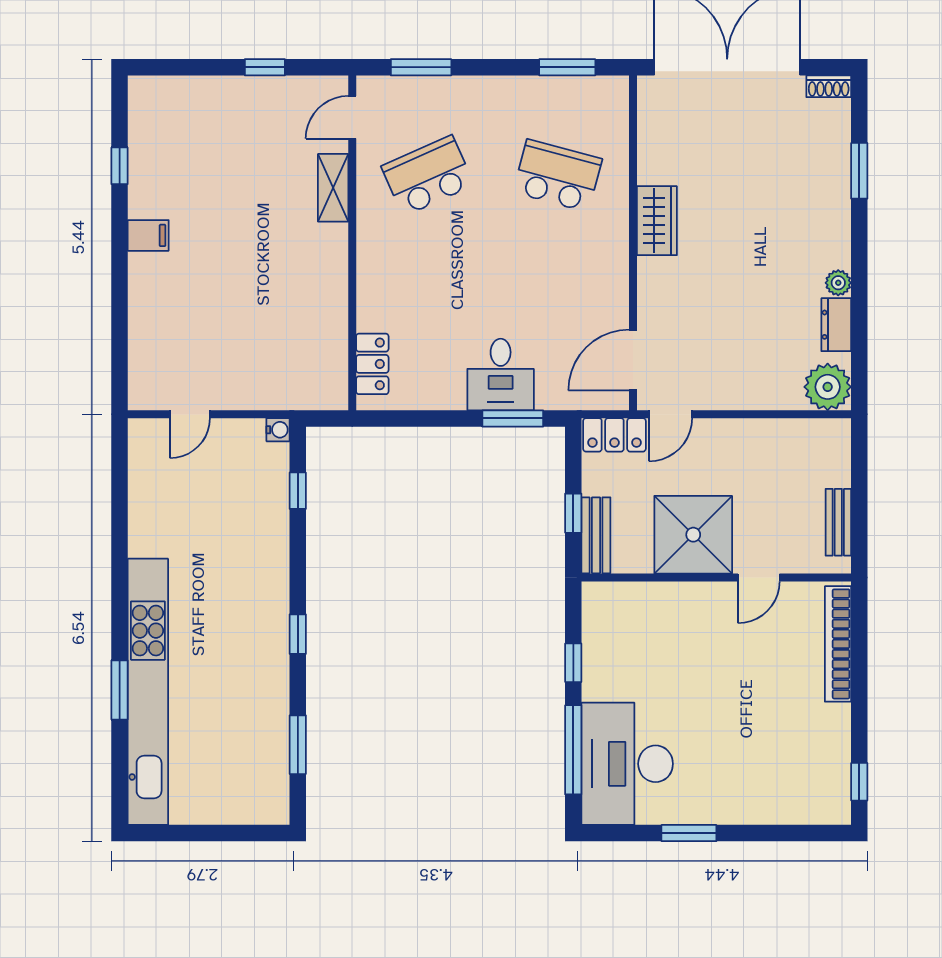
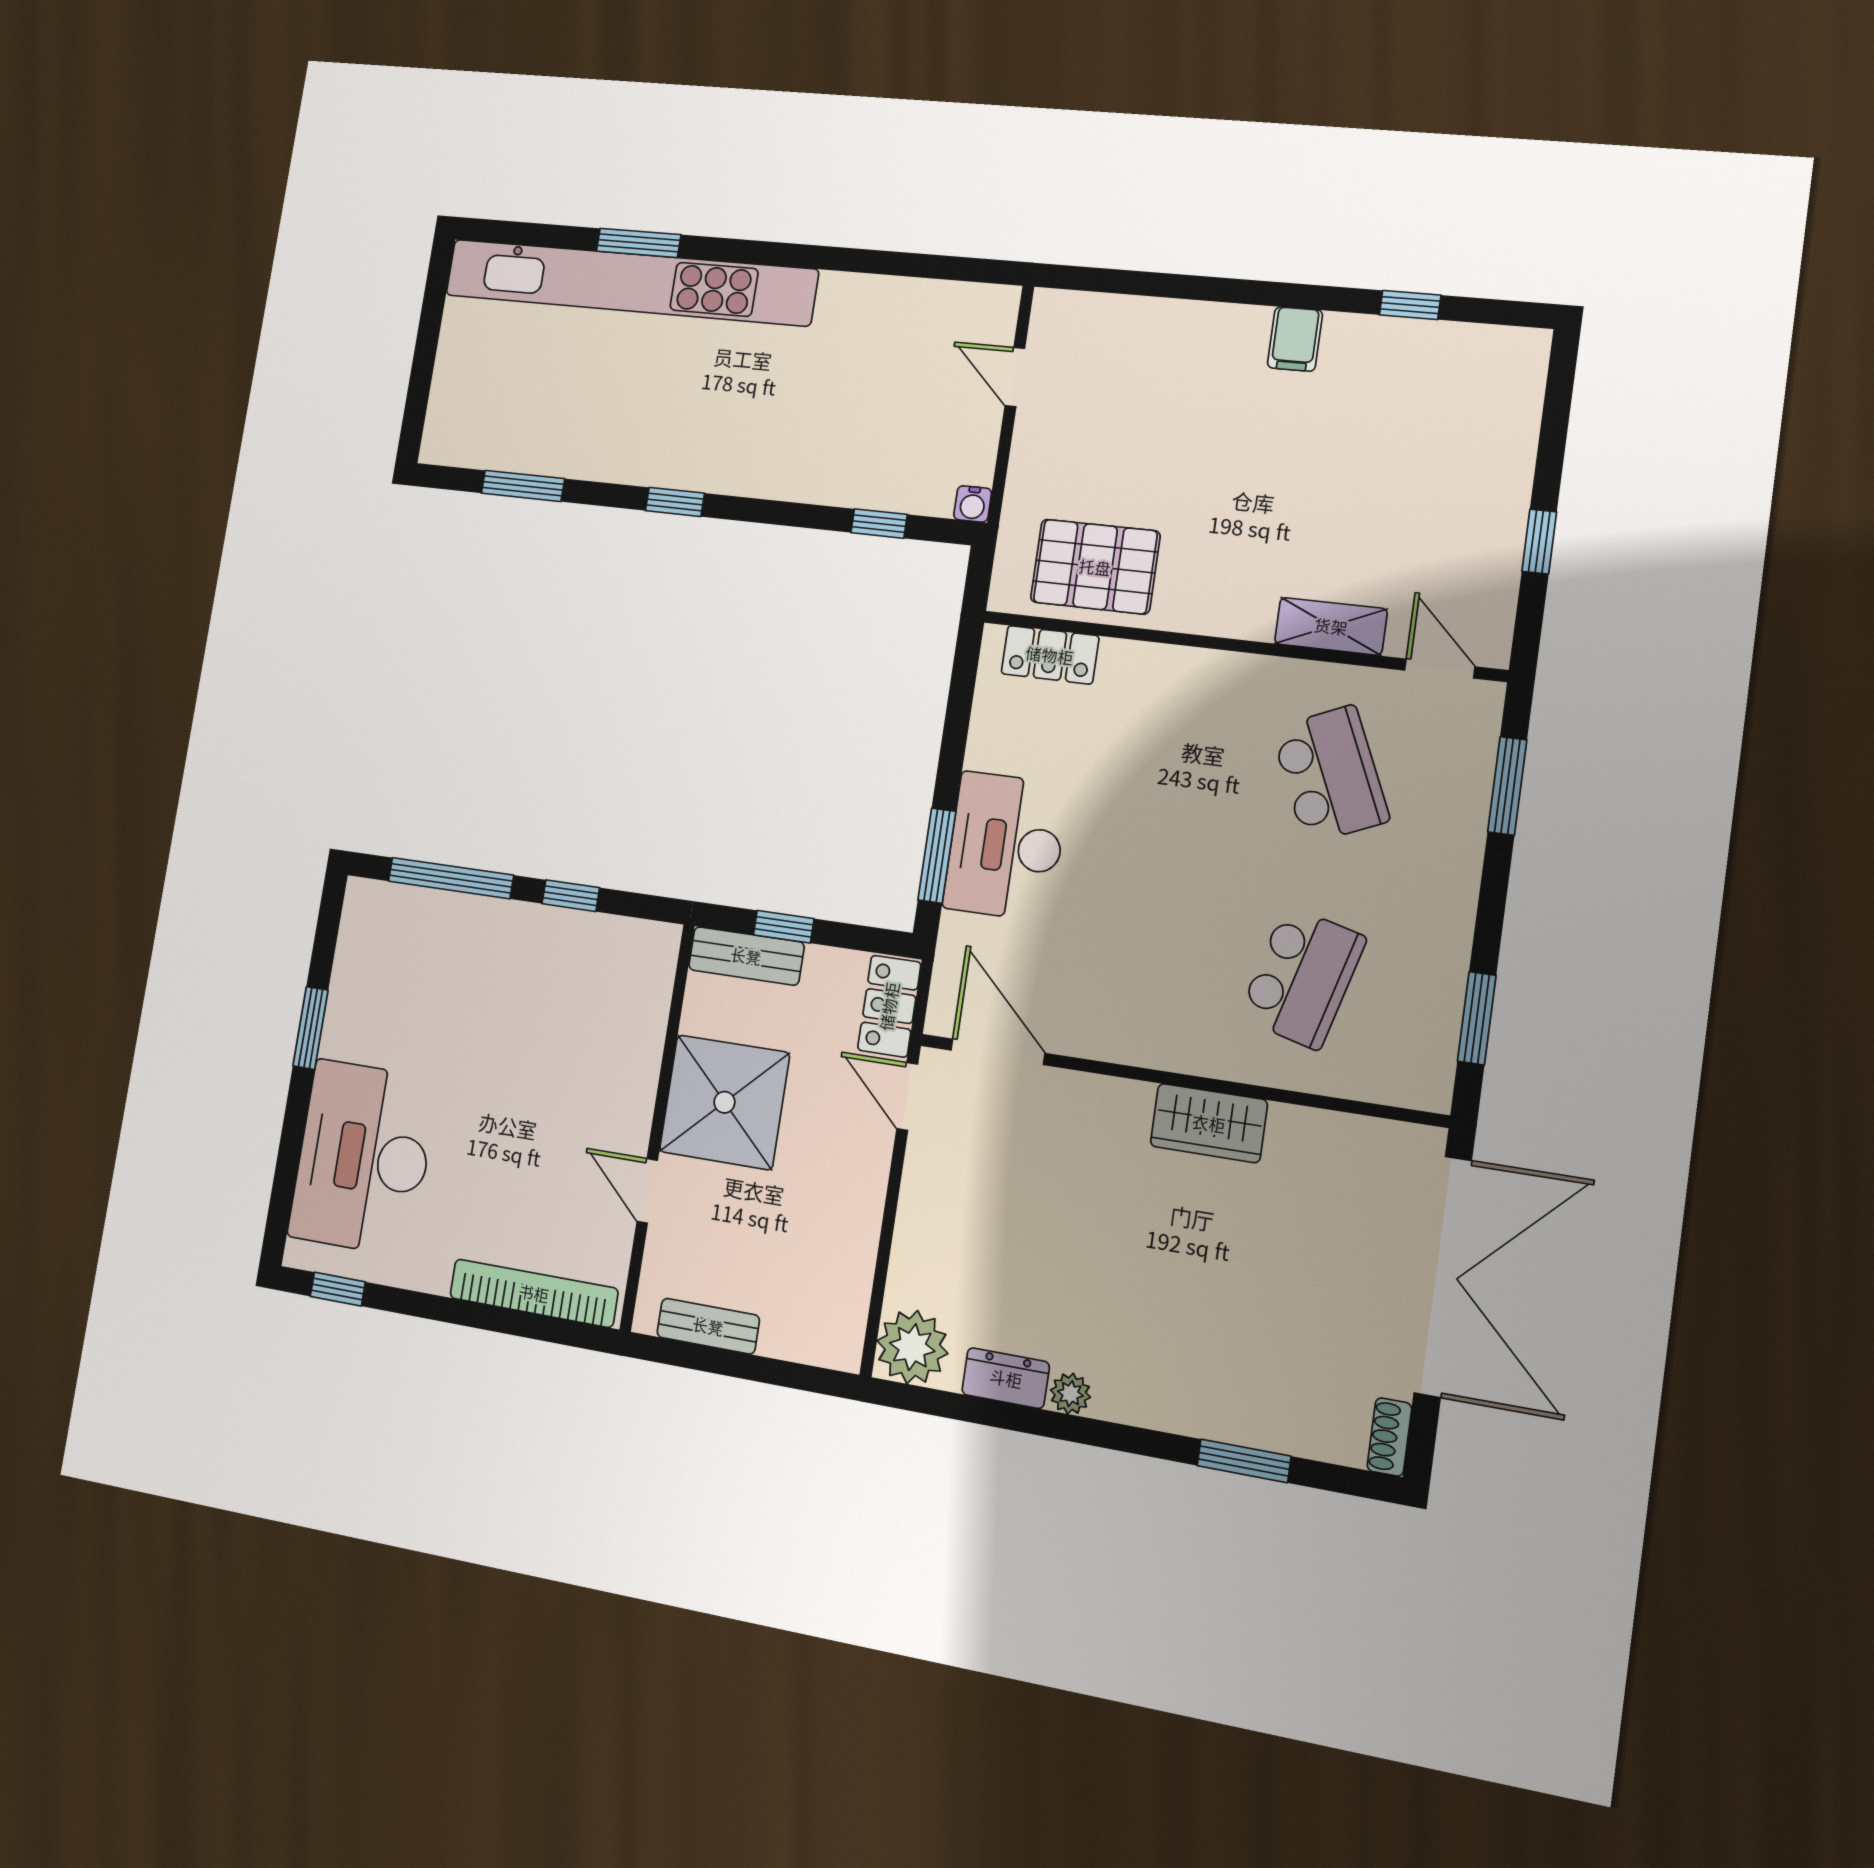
pallet: (311, 343) -> (1095, 567), added
desk: (501, 375) -> (1006, 846), width x1.37
desk: (627, 764) -> (363, 1158), moved, turned -90

